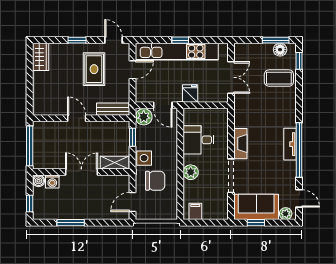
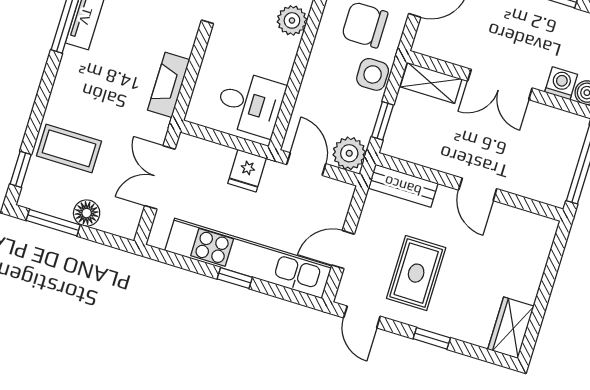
floor lamp: (280, 50) -> (87, 213), moved
desk: (199, 140) -> (250, 104), moved
fireplace: (240, 144) -> (169, 85), moved

